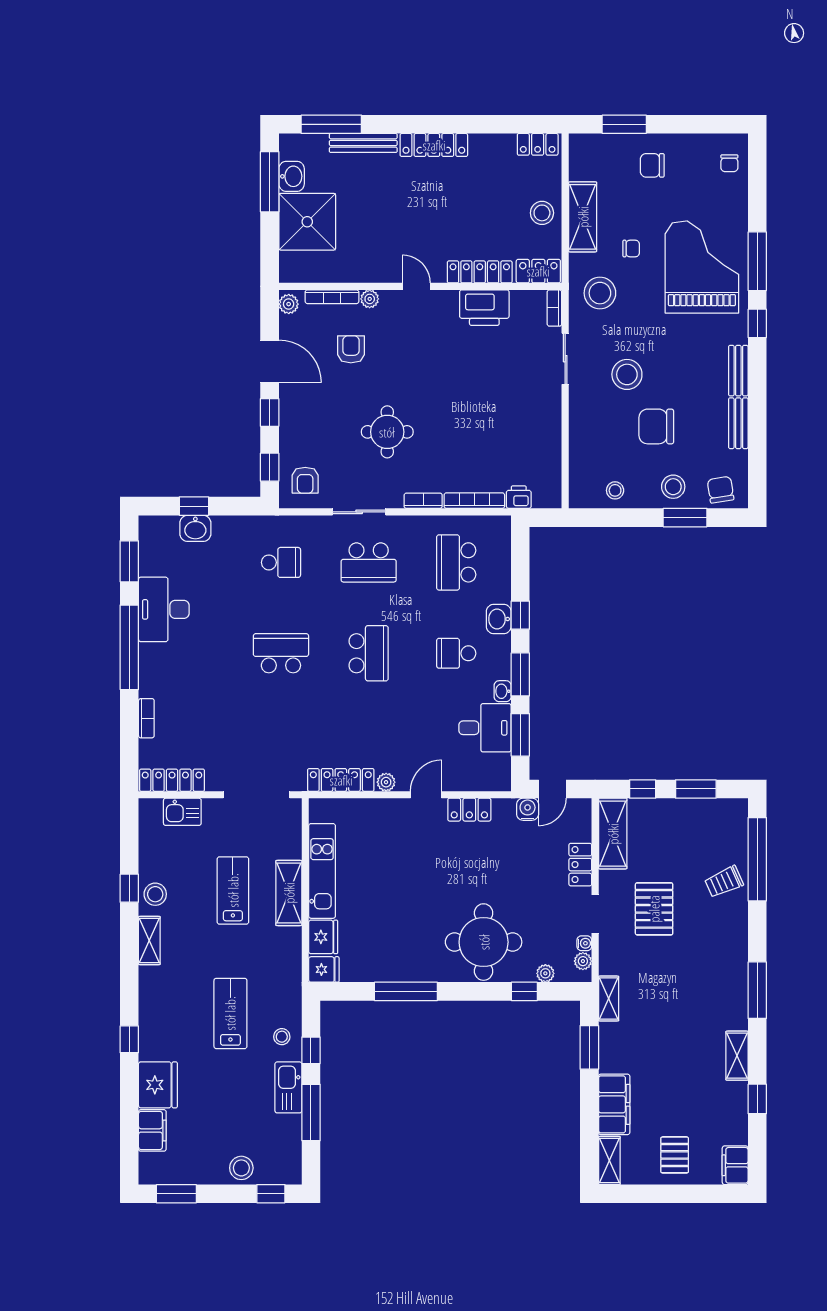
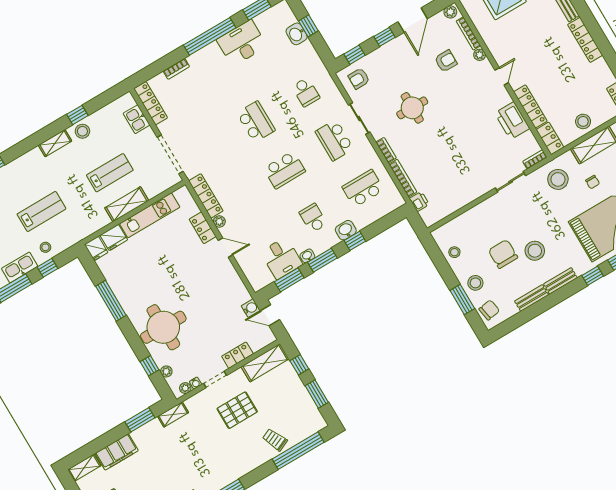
stool: (627, 374) -> (535, 251), moved
locker: (469, 810) -> (203, 228), moved

